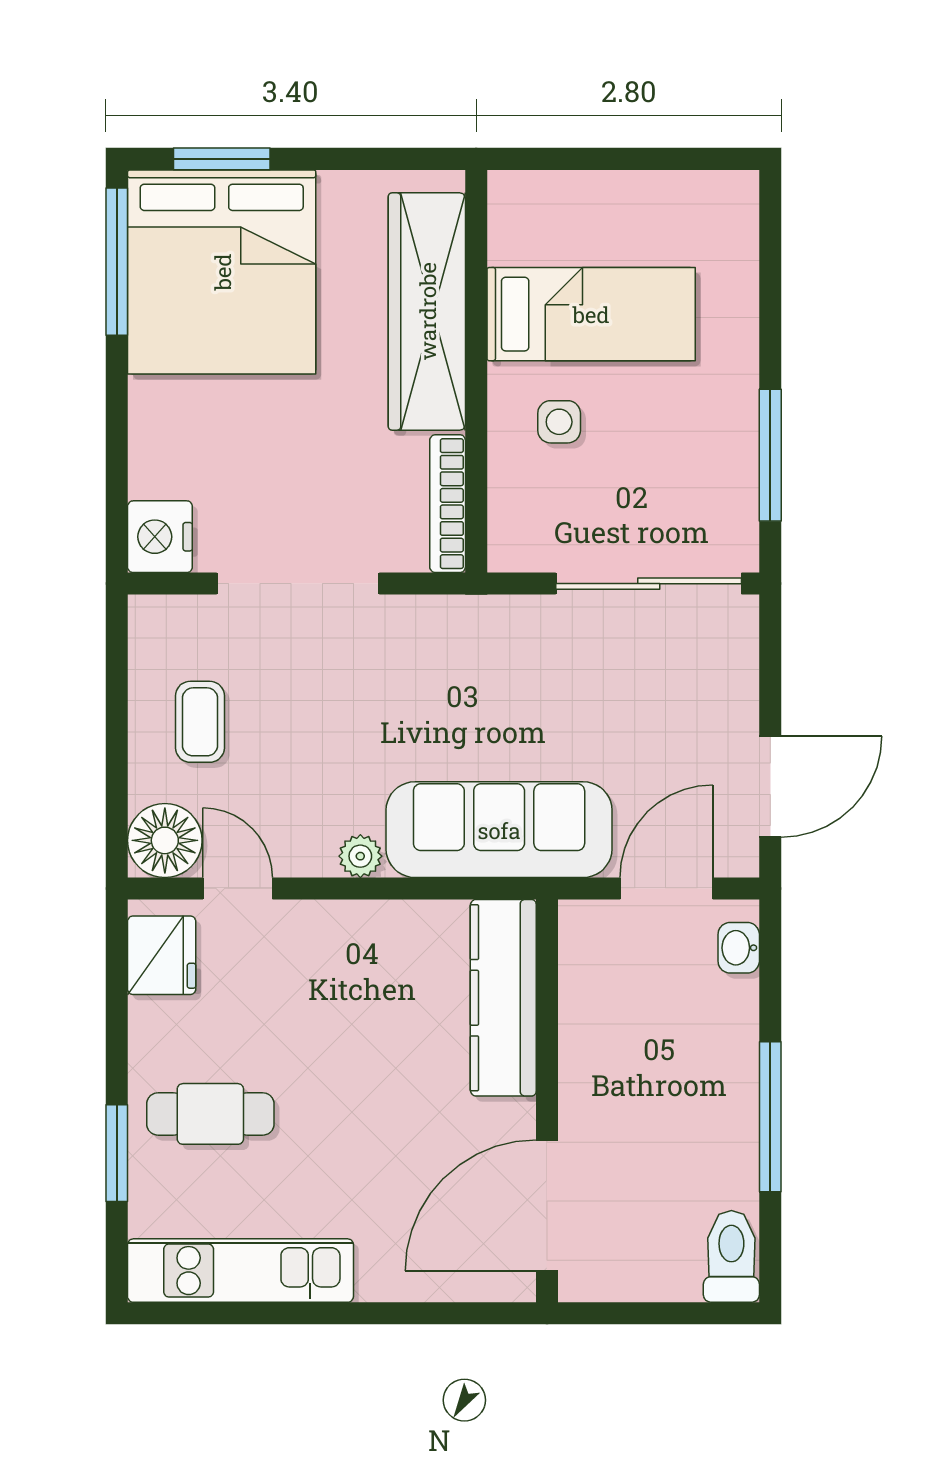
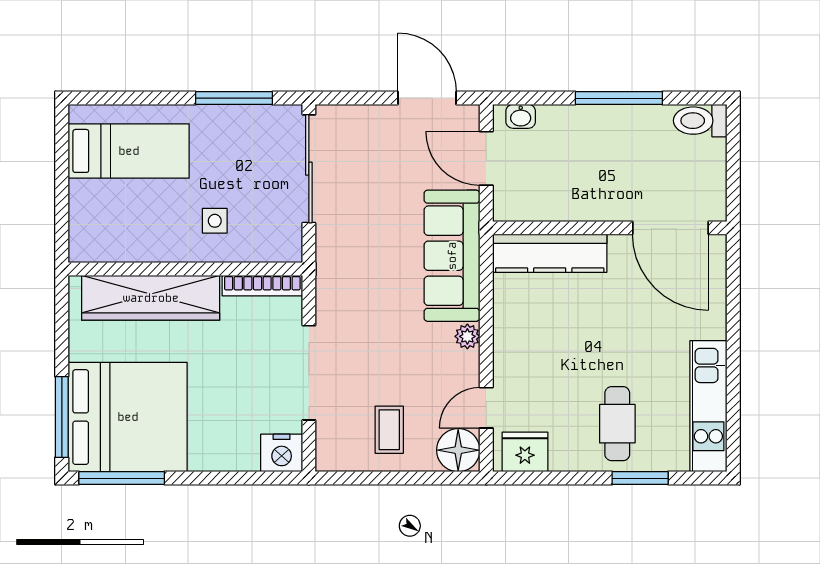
window: (222, 159) -> (62, 417), width x1.44
bed: (591, 314) -> (129, 151), moved, turned 90
coffee table: (200, 722) -> (389, 430), turned 90

